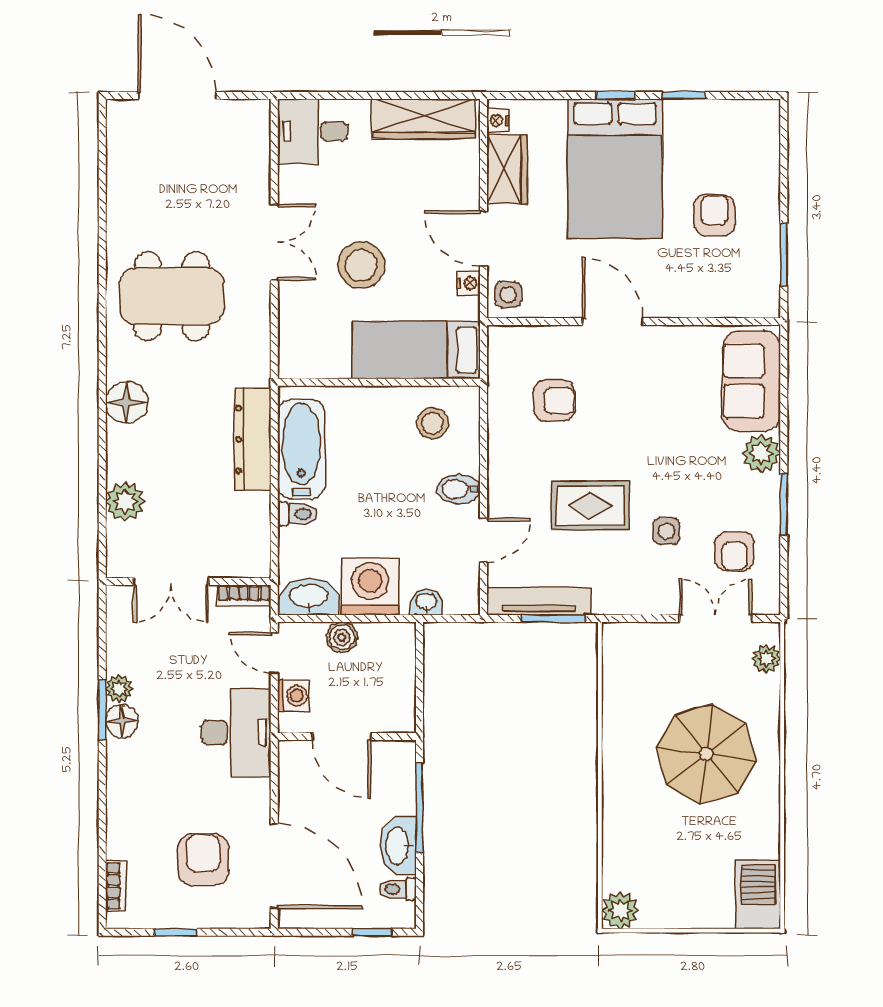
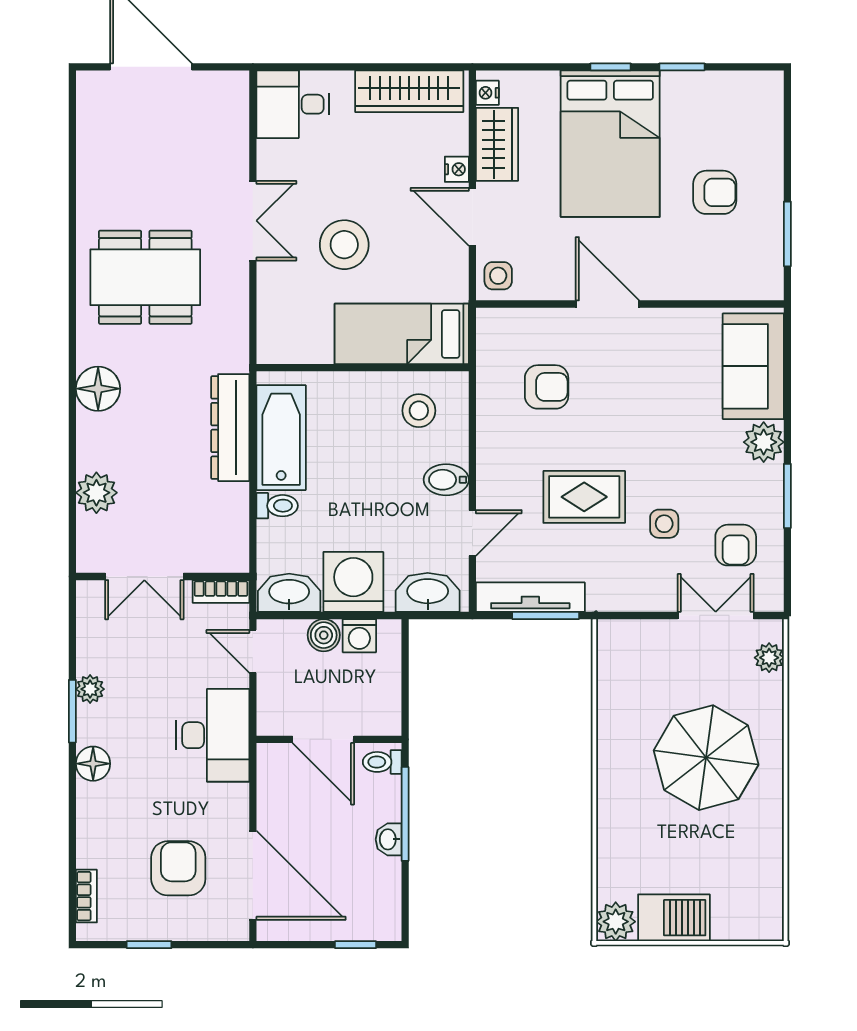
armchair: (715, 215) -> (715, 192), turned 90
nightstand: (469, 283) -> (457, 169), moved
washbasin: (426, 602) -> (428, 592), width x1.91, depth x1.45
washing machine: (294, 696) -> (359, 636), moved, turned 90
floor lamp: (122, 721) -> (93, 764), moved
washbasin: (398, 846) -> (389, 839), width x0.52, depth x0.69
toilet: (398, 889) -> (382, 762), moved
barbecue: (758, 895) -> (674, 918), moved, turned 90

